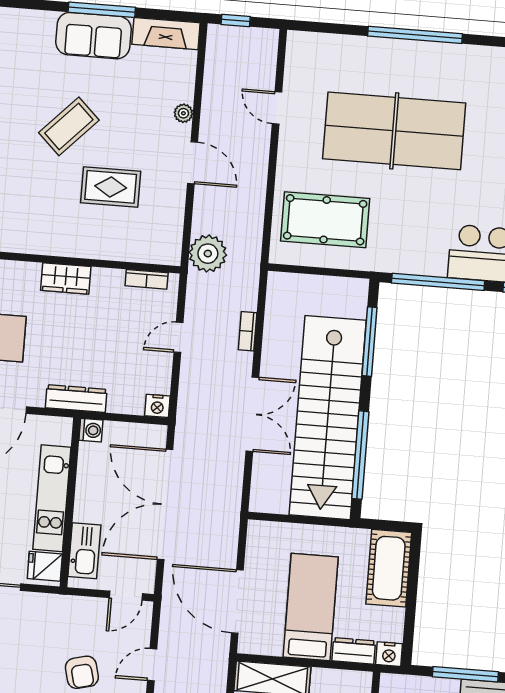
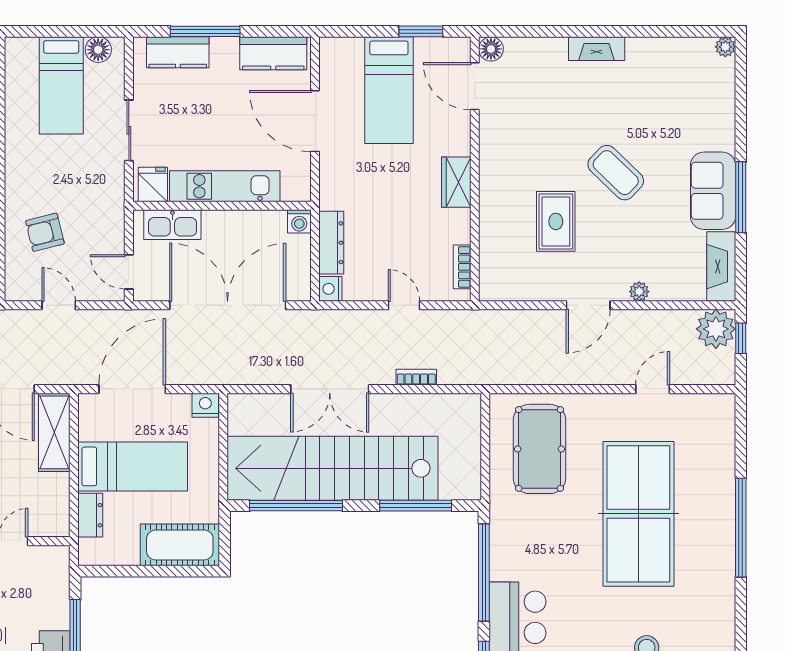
plant: (208, 254) -> (716, 329), moved
dresser: (76, 399) -> (331, 243), moved
nightstand: (389, 654) -> (205, 405), moved, turned 90

